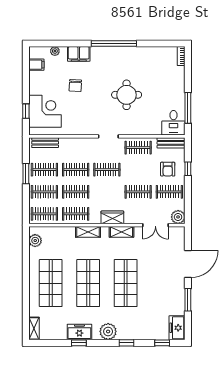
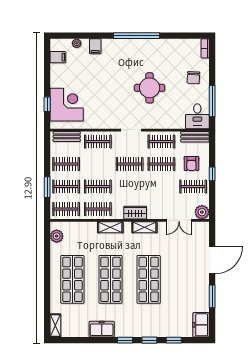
filing cabinet: (79, 54) -> (95, 46), width x0.50
chair: (75, 85) -> (193, 78), moved
window: (188, 169) -> (212, 174), moved
clothes rail: (76, 170) -> (98, 141), moved
window: (26, 174) -> (47, 187), moved
clothes rail: (138, 192) -> (161, 164), moved
plant: (108, 331) -> (131, 329), removed
window: (79, 343) -> (125, 340), moved
window: (162, 343) -> (174, 340), moved

